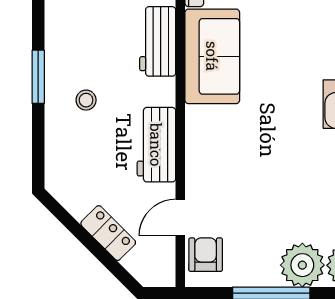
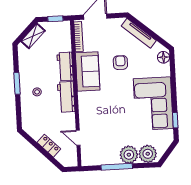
workbench: (156, 145) -> (66, 97), moved
door: (180, 217) -> (78, 138), hinge flipped
armchair: (206, 255) -> (120, 63), moved

